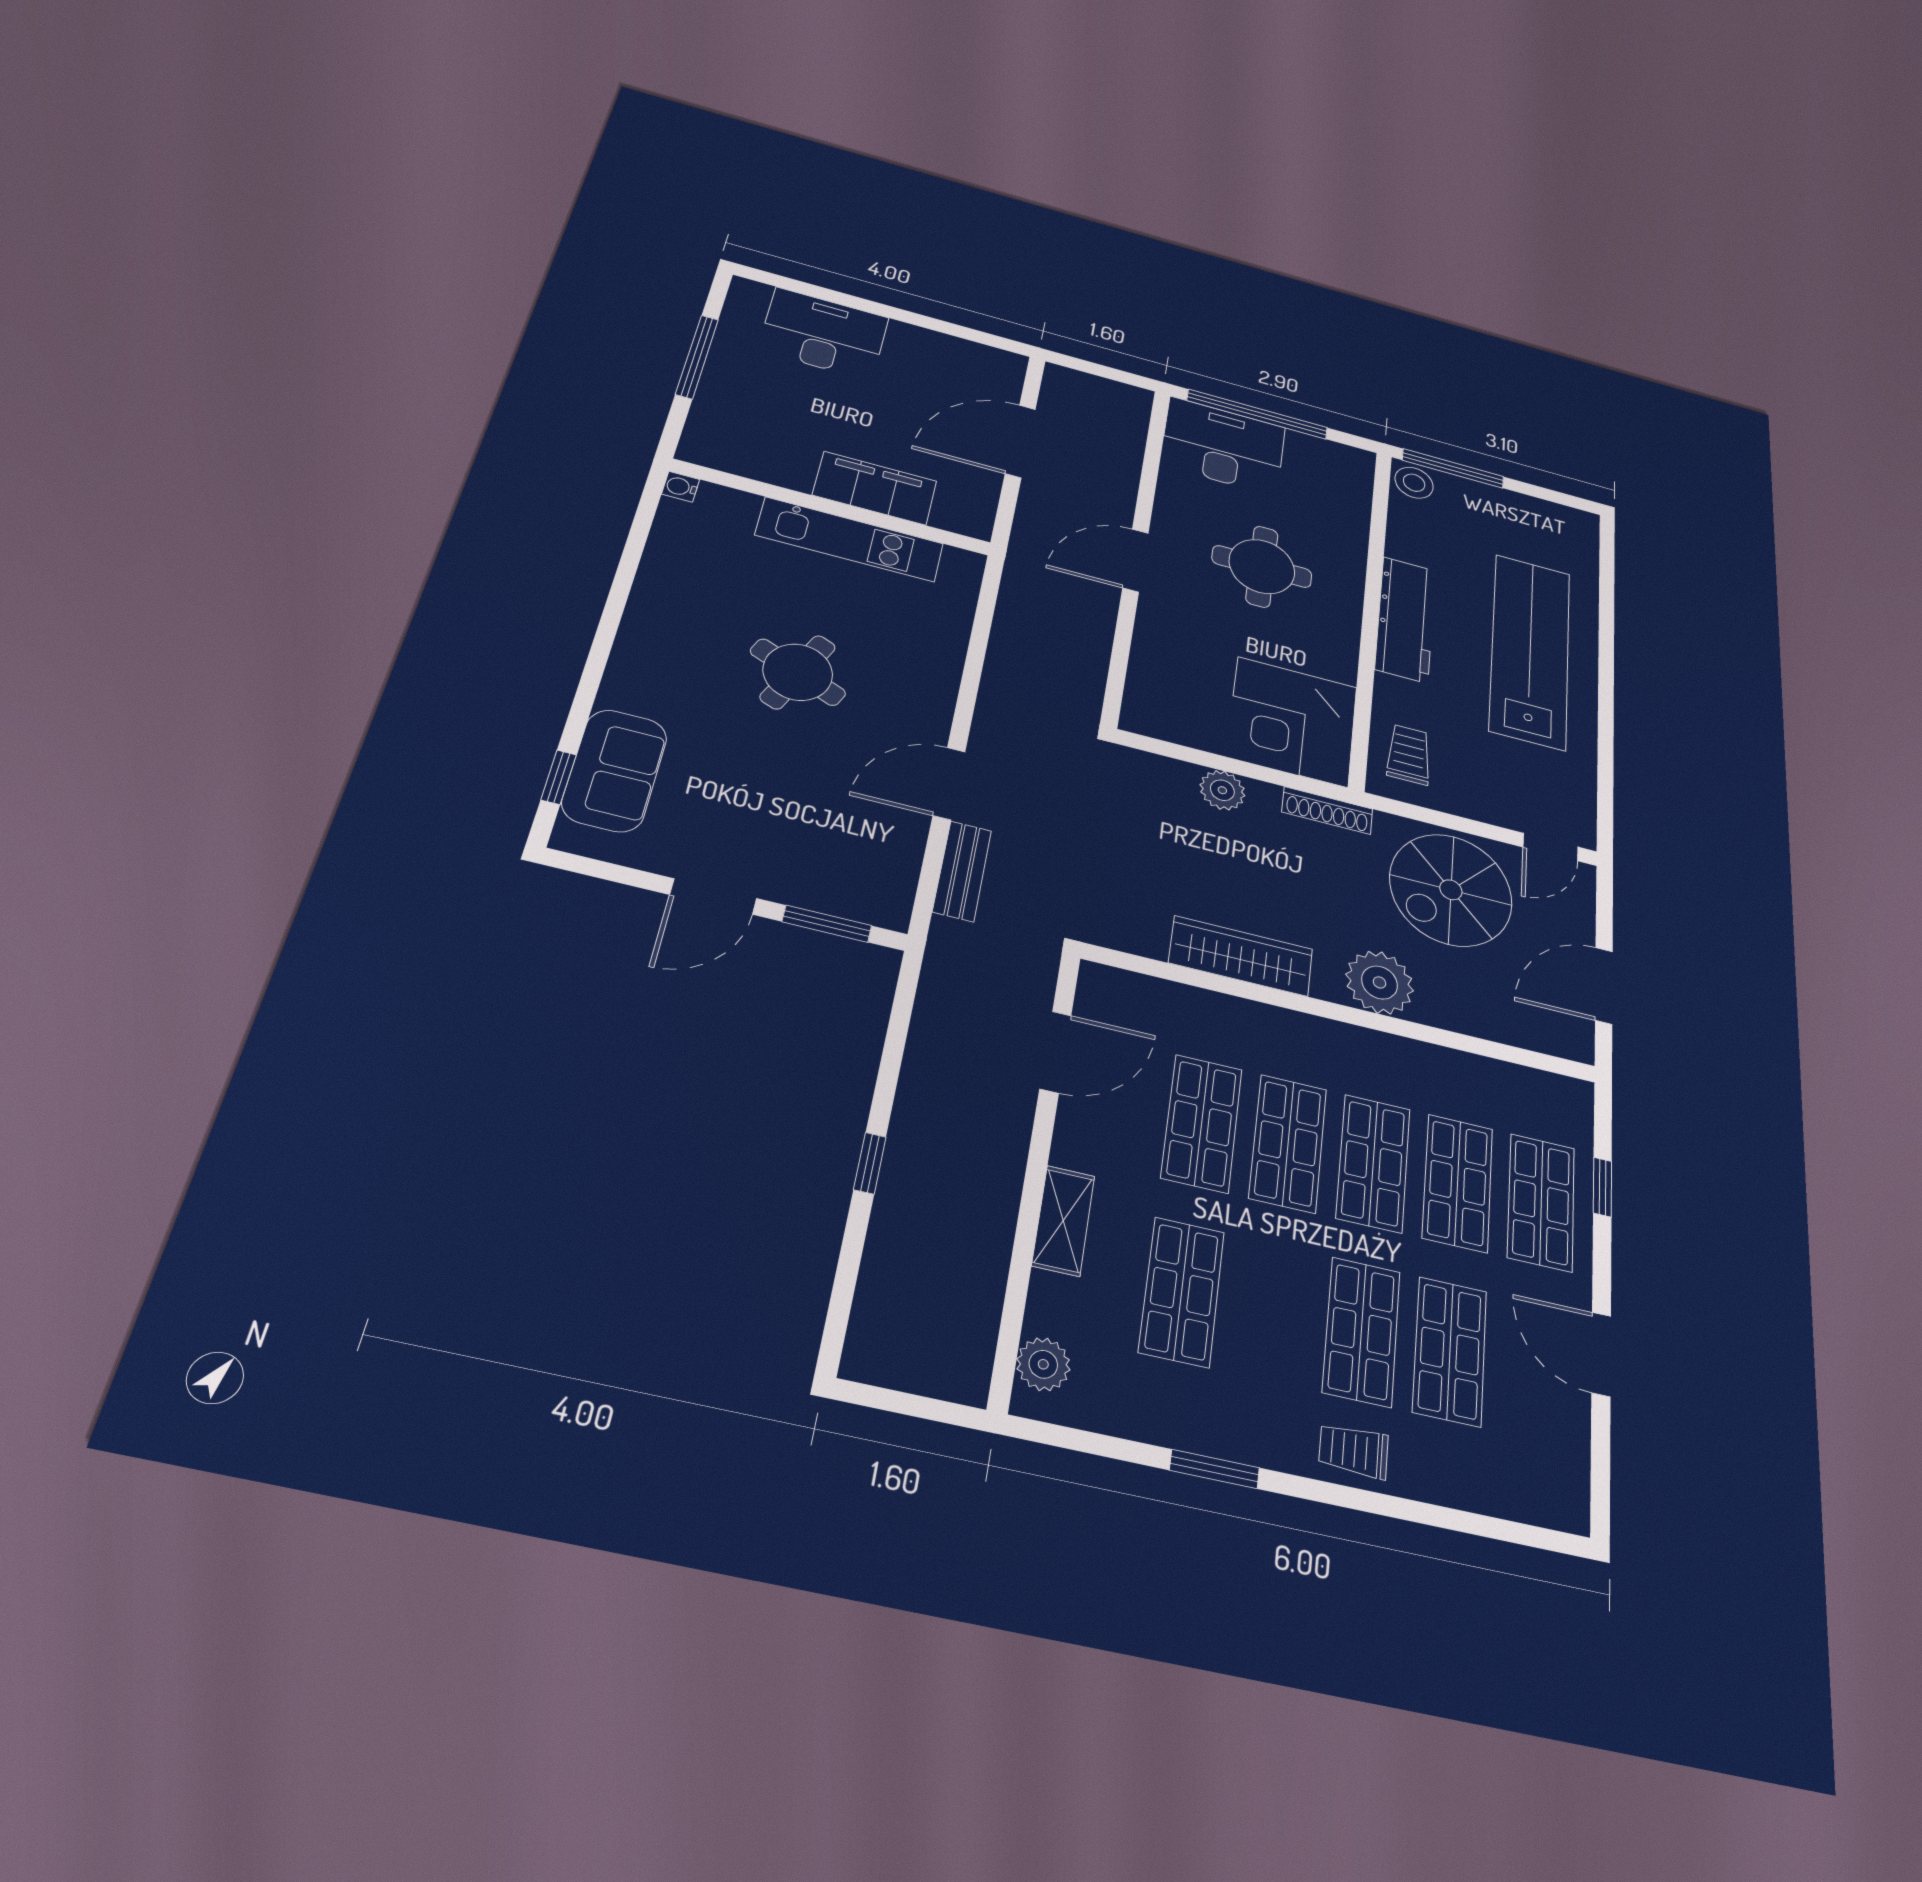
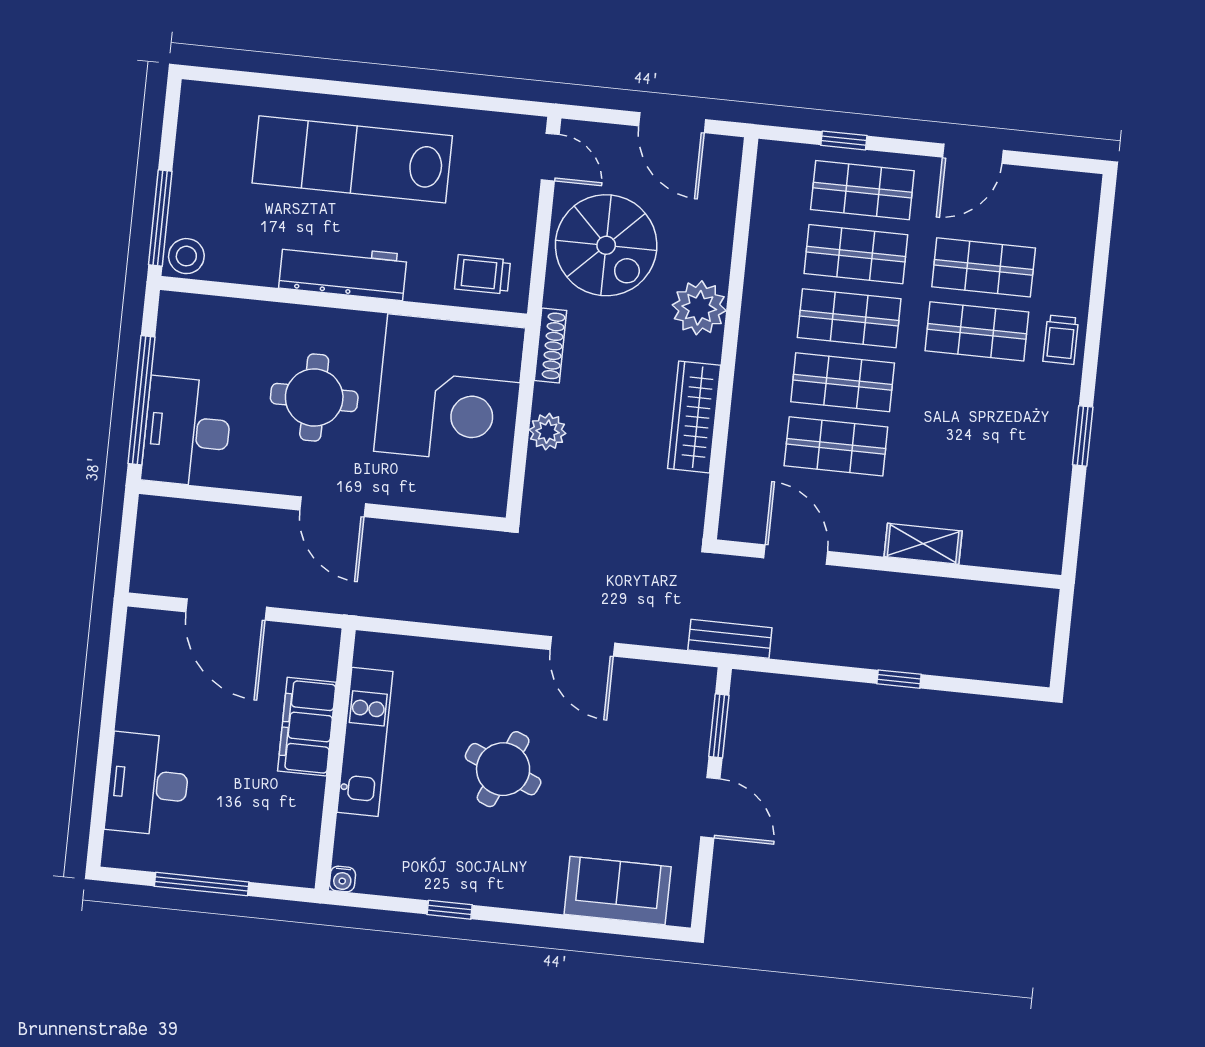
corner desk: (1292, 722) -> (450, 390), width x1.36, depth x1.36
window: (559, 777) -> (450, 910), moved
bench: (962, 871) -> (730, 639), moved
shop shelf: (1182, 1291) -> (964, 460), removed
plant: (1043, 1364) -> (1025, 553), removed

